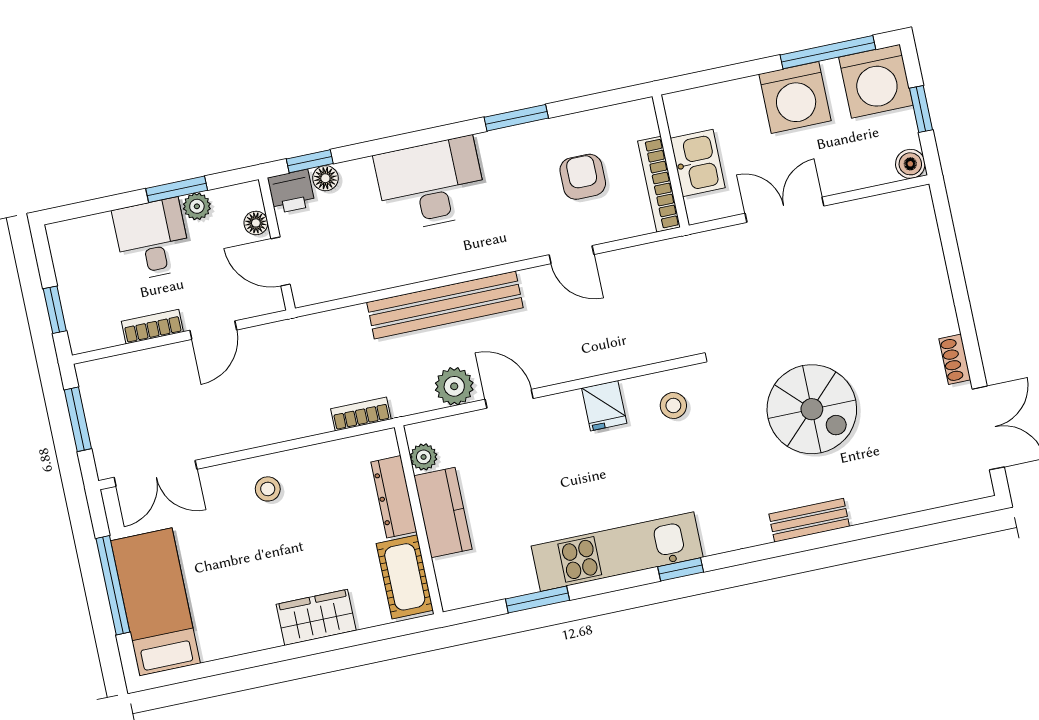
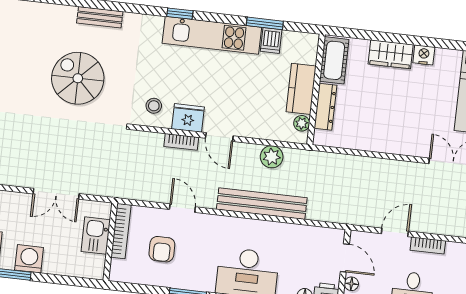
washing machine: (795, 97) -> (29, 259), width x0.73, depth x0.73
door: (509, 399) -> (219, 137), moved
fridge: (604, 406) -> (188, 118), width x1.38
bookcase: (361, 414) -> (181, 142), moved
stool: (268, 489) -> (394, 134), removed
dishwasher: (518, 575) -> (271, 40), added
nightstand: (262, 634) -> (424, 55), added

